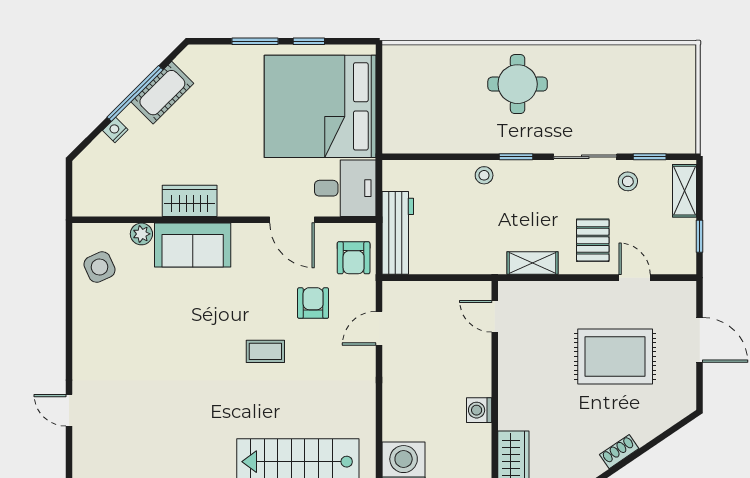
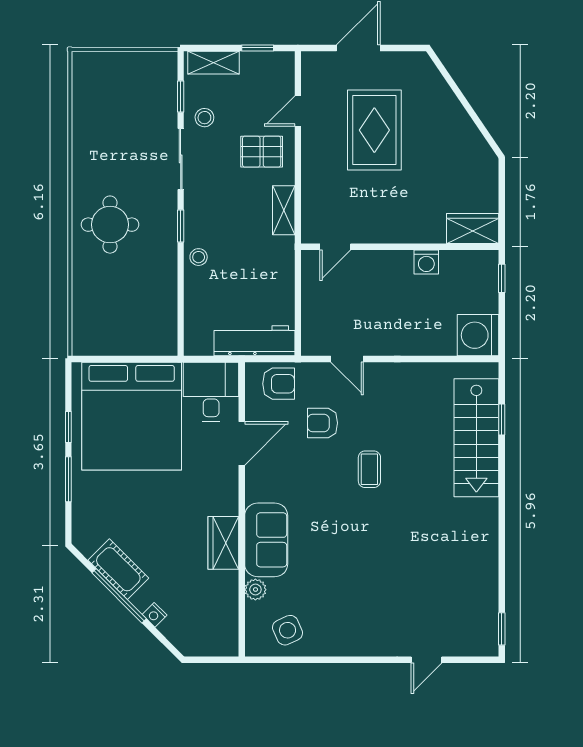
shoe rack: (619, 452) -> (467, 126), removed

